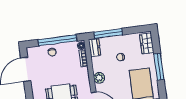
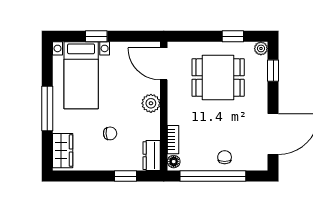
window: (108, 33) -> (126, 176), width x0.46

